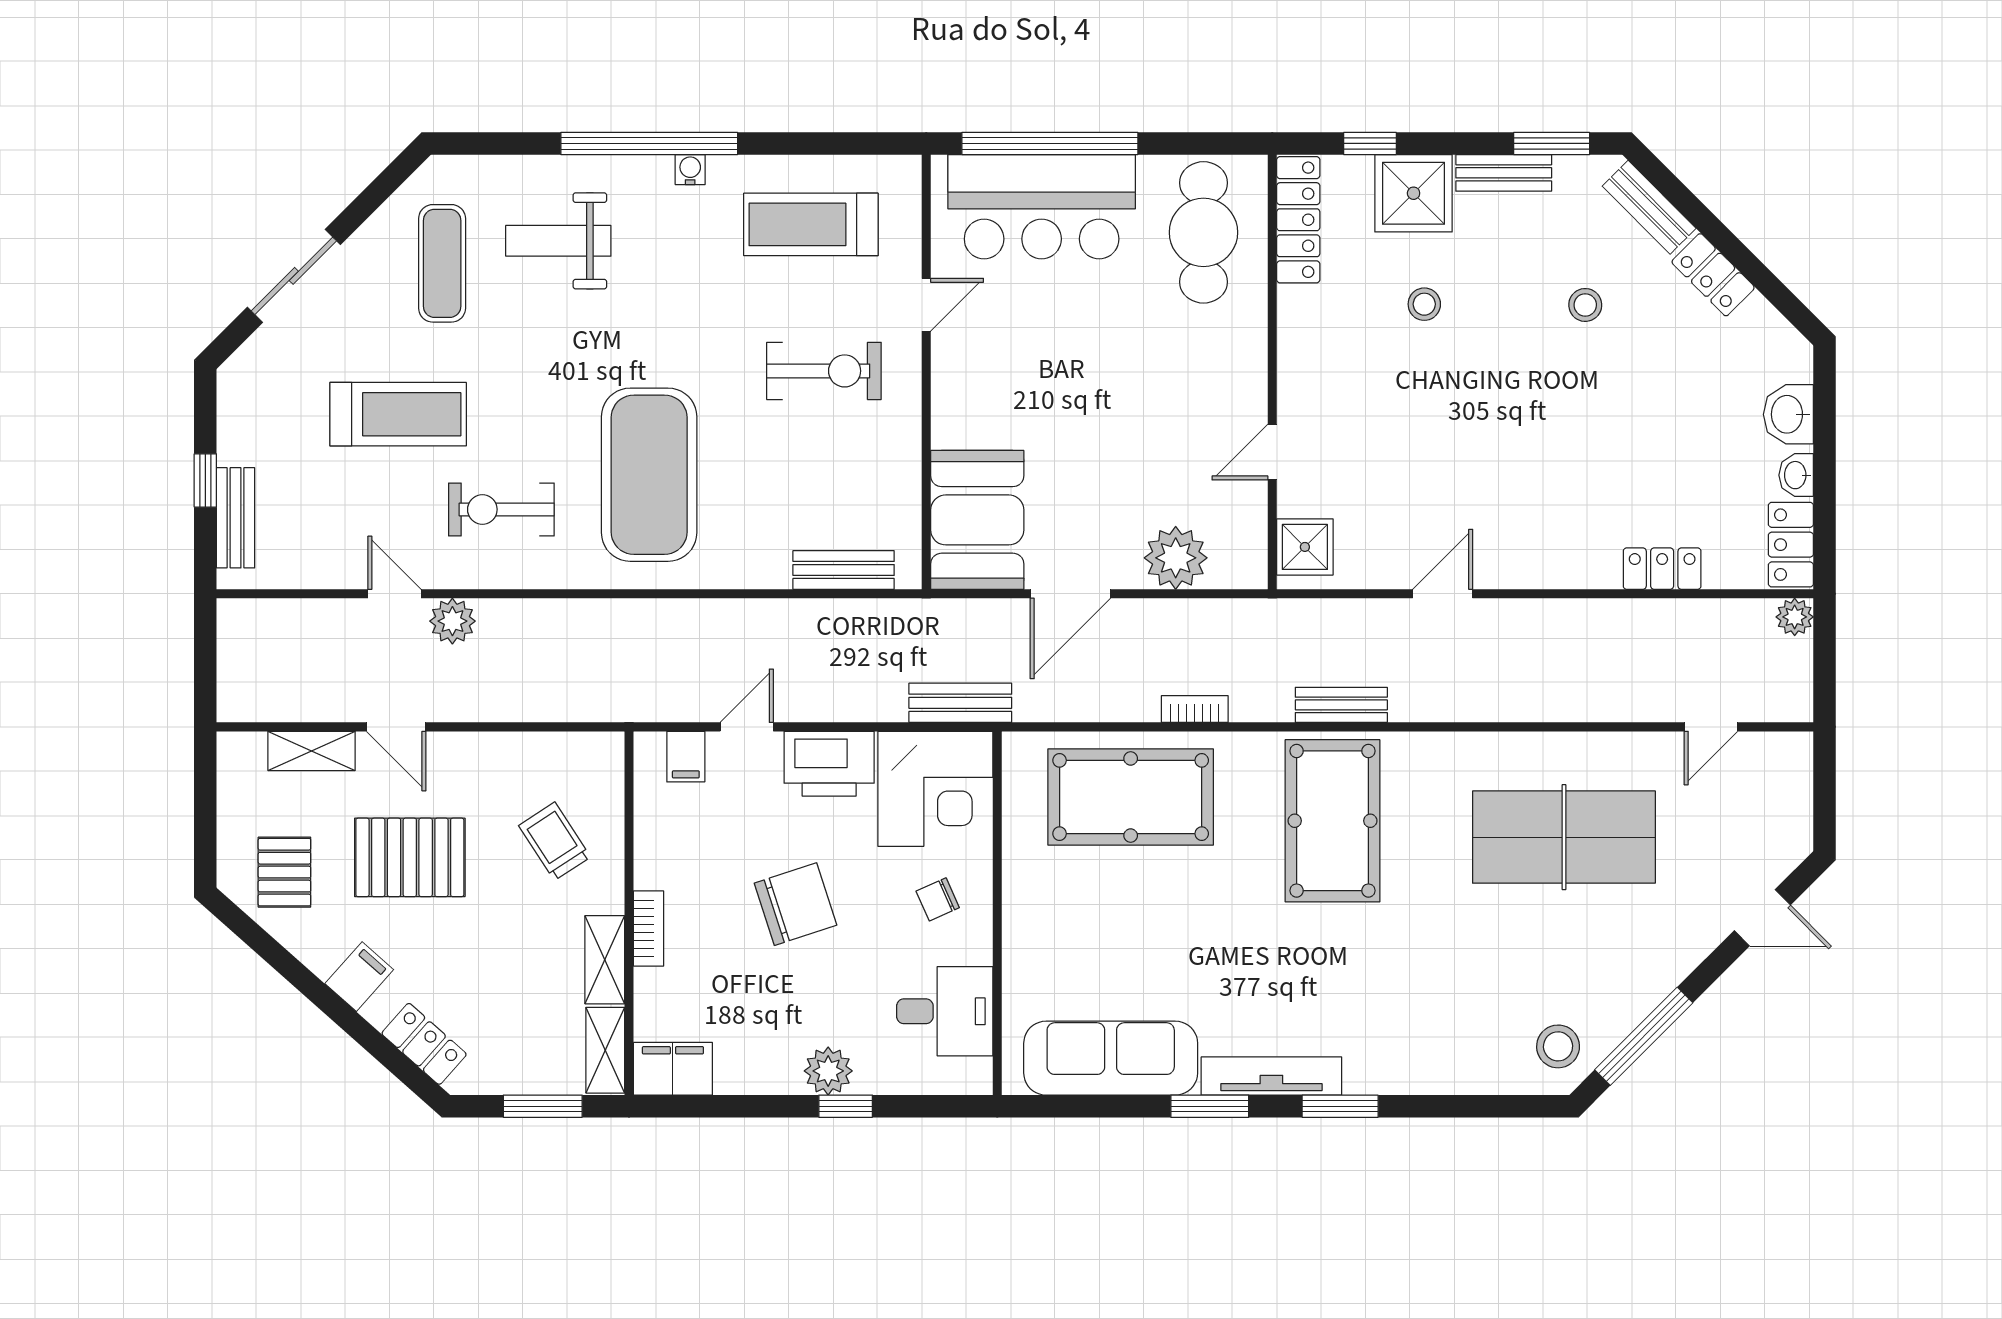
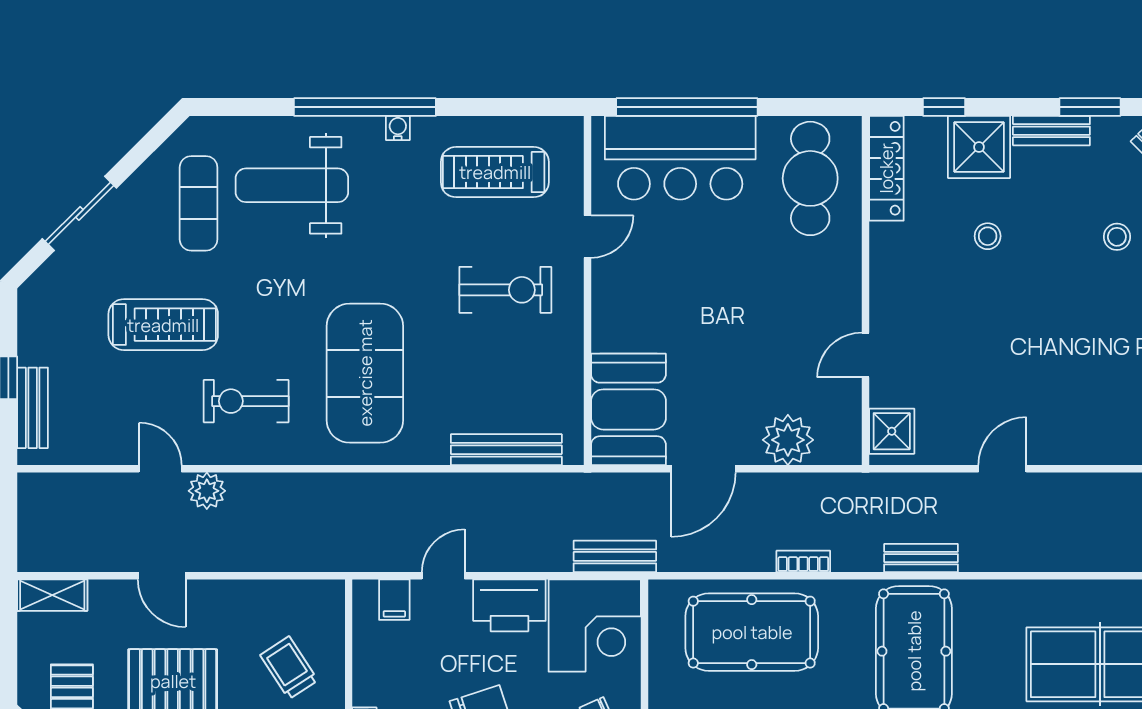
weight bench: (558, 241) -> (292, 185), width x1.36, depth x1.33
bench: (844, 570) -> (506, 450), width x1.36
shelving: (312, 751) -> (52, 595), moved

